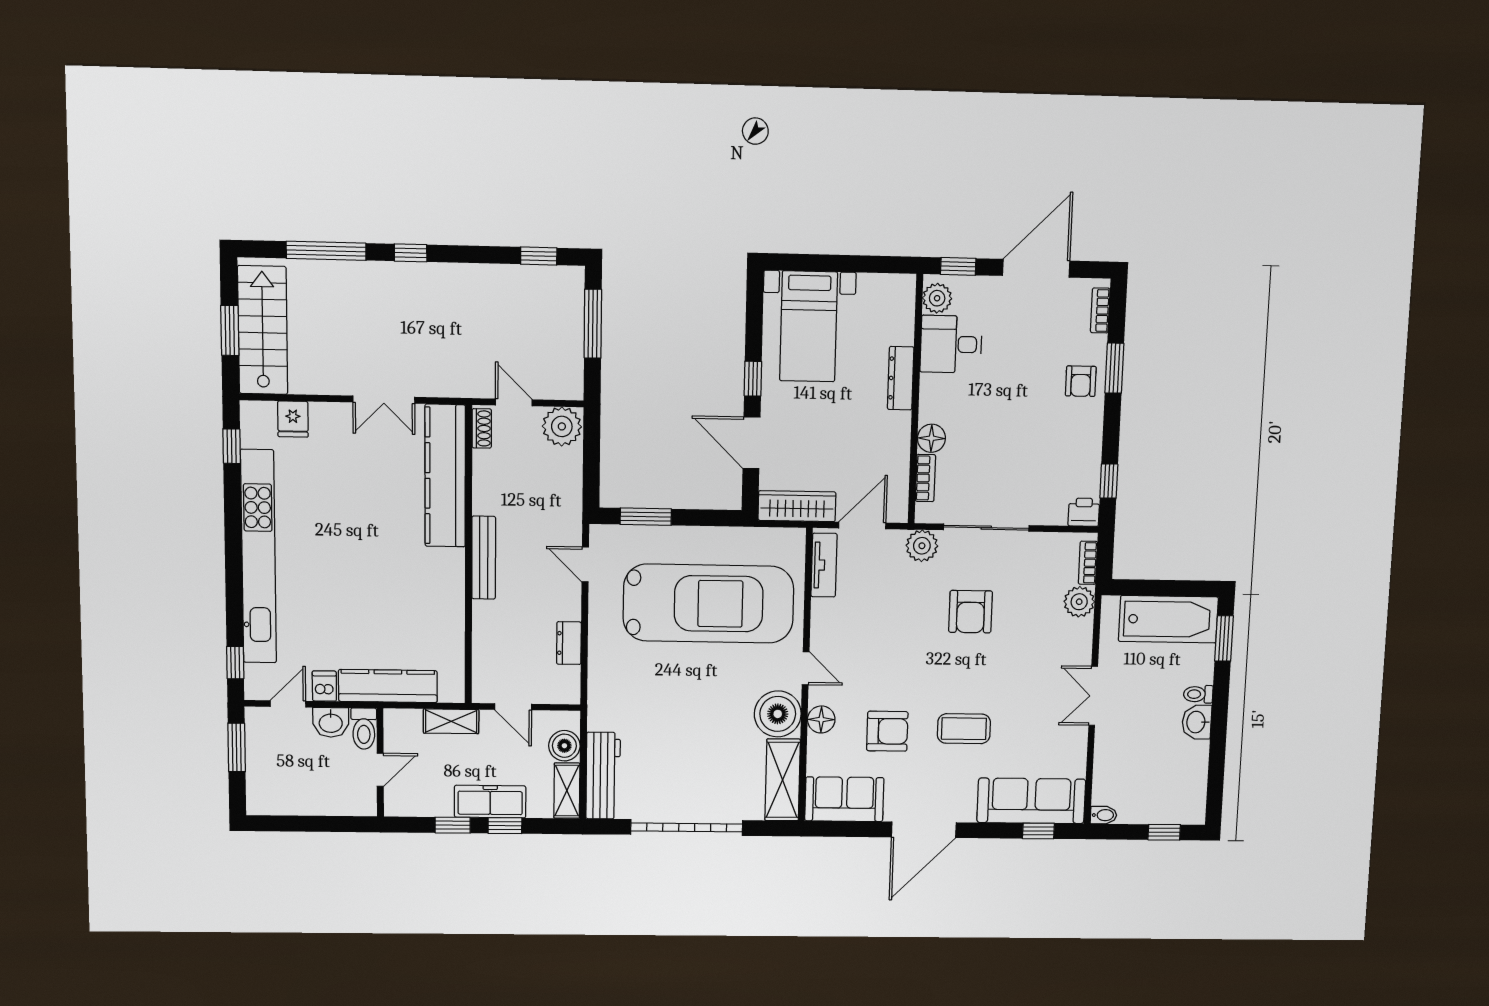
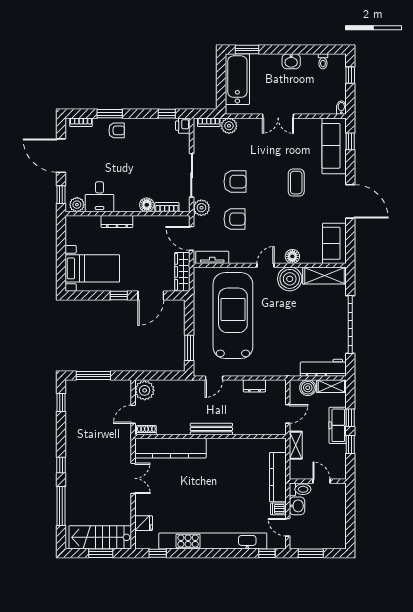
toilet: (1198, 694) -> (323, 61), moved
armchair: (887, 731) -> (234, 219), moved, turned 90

